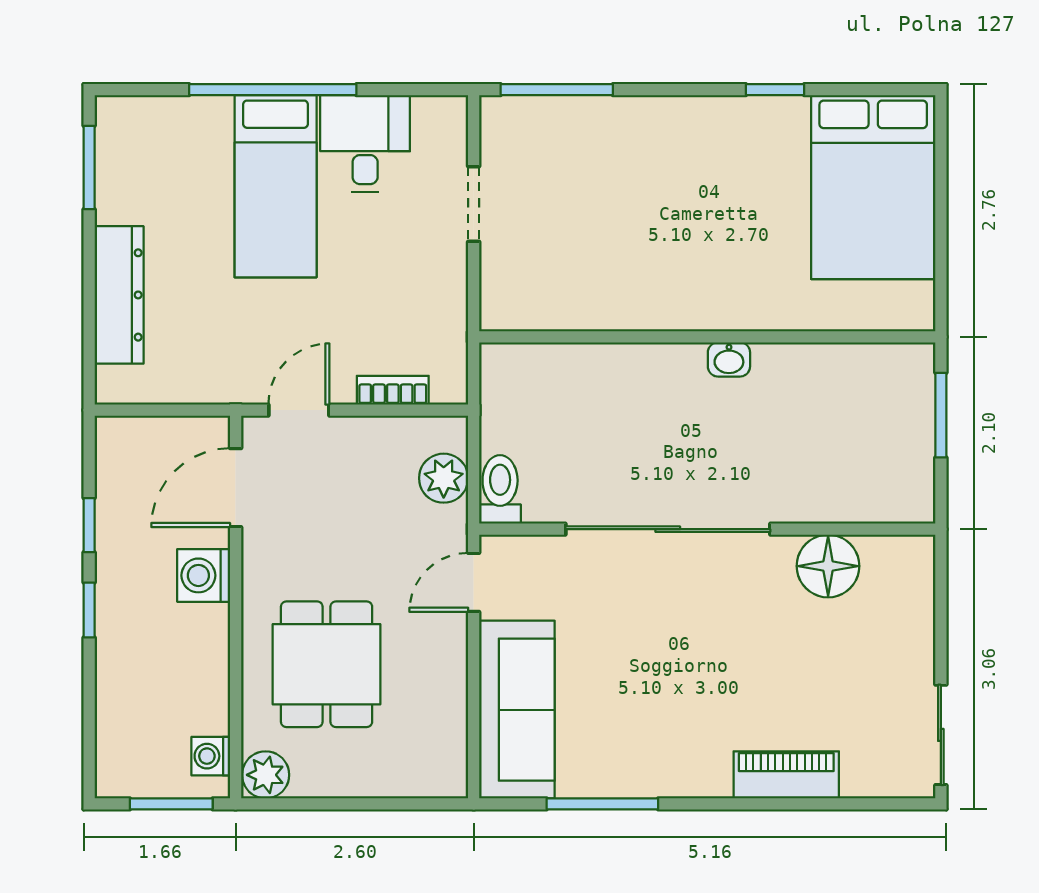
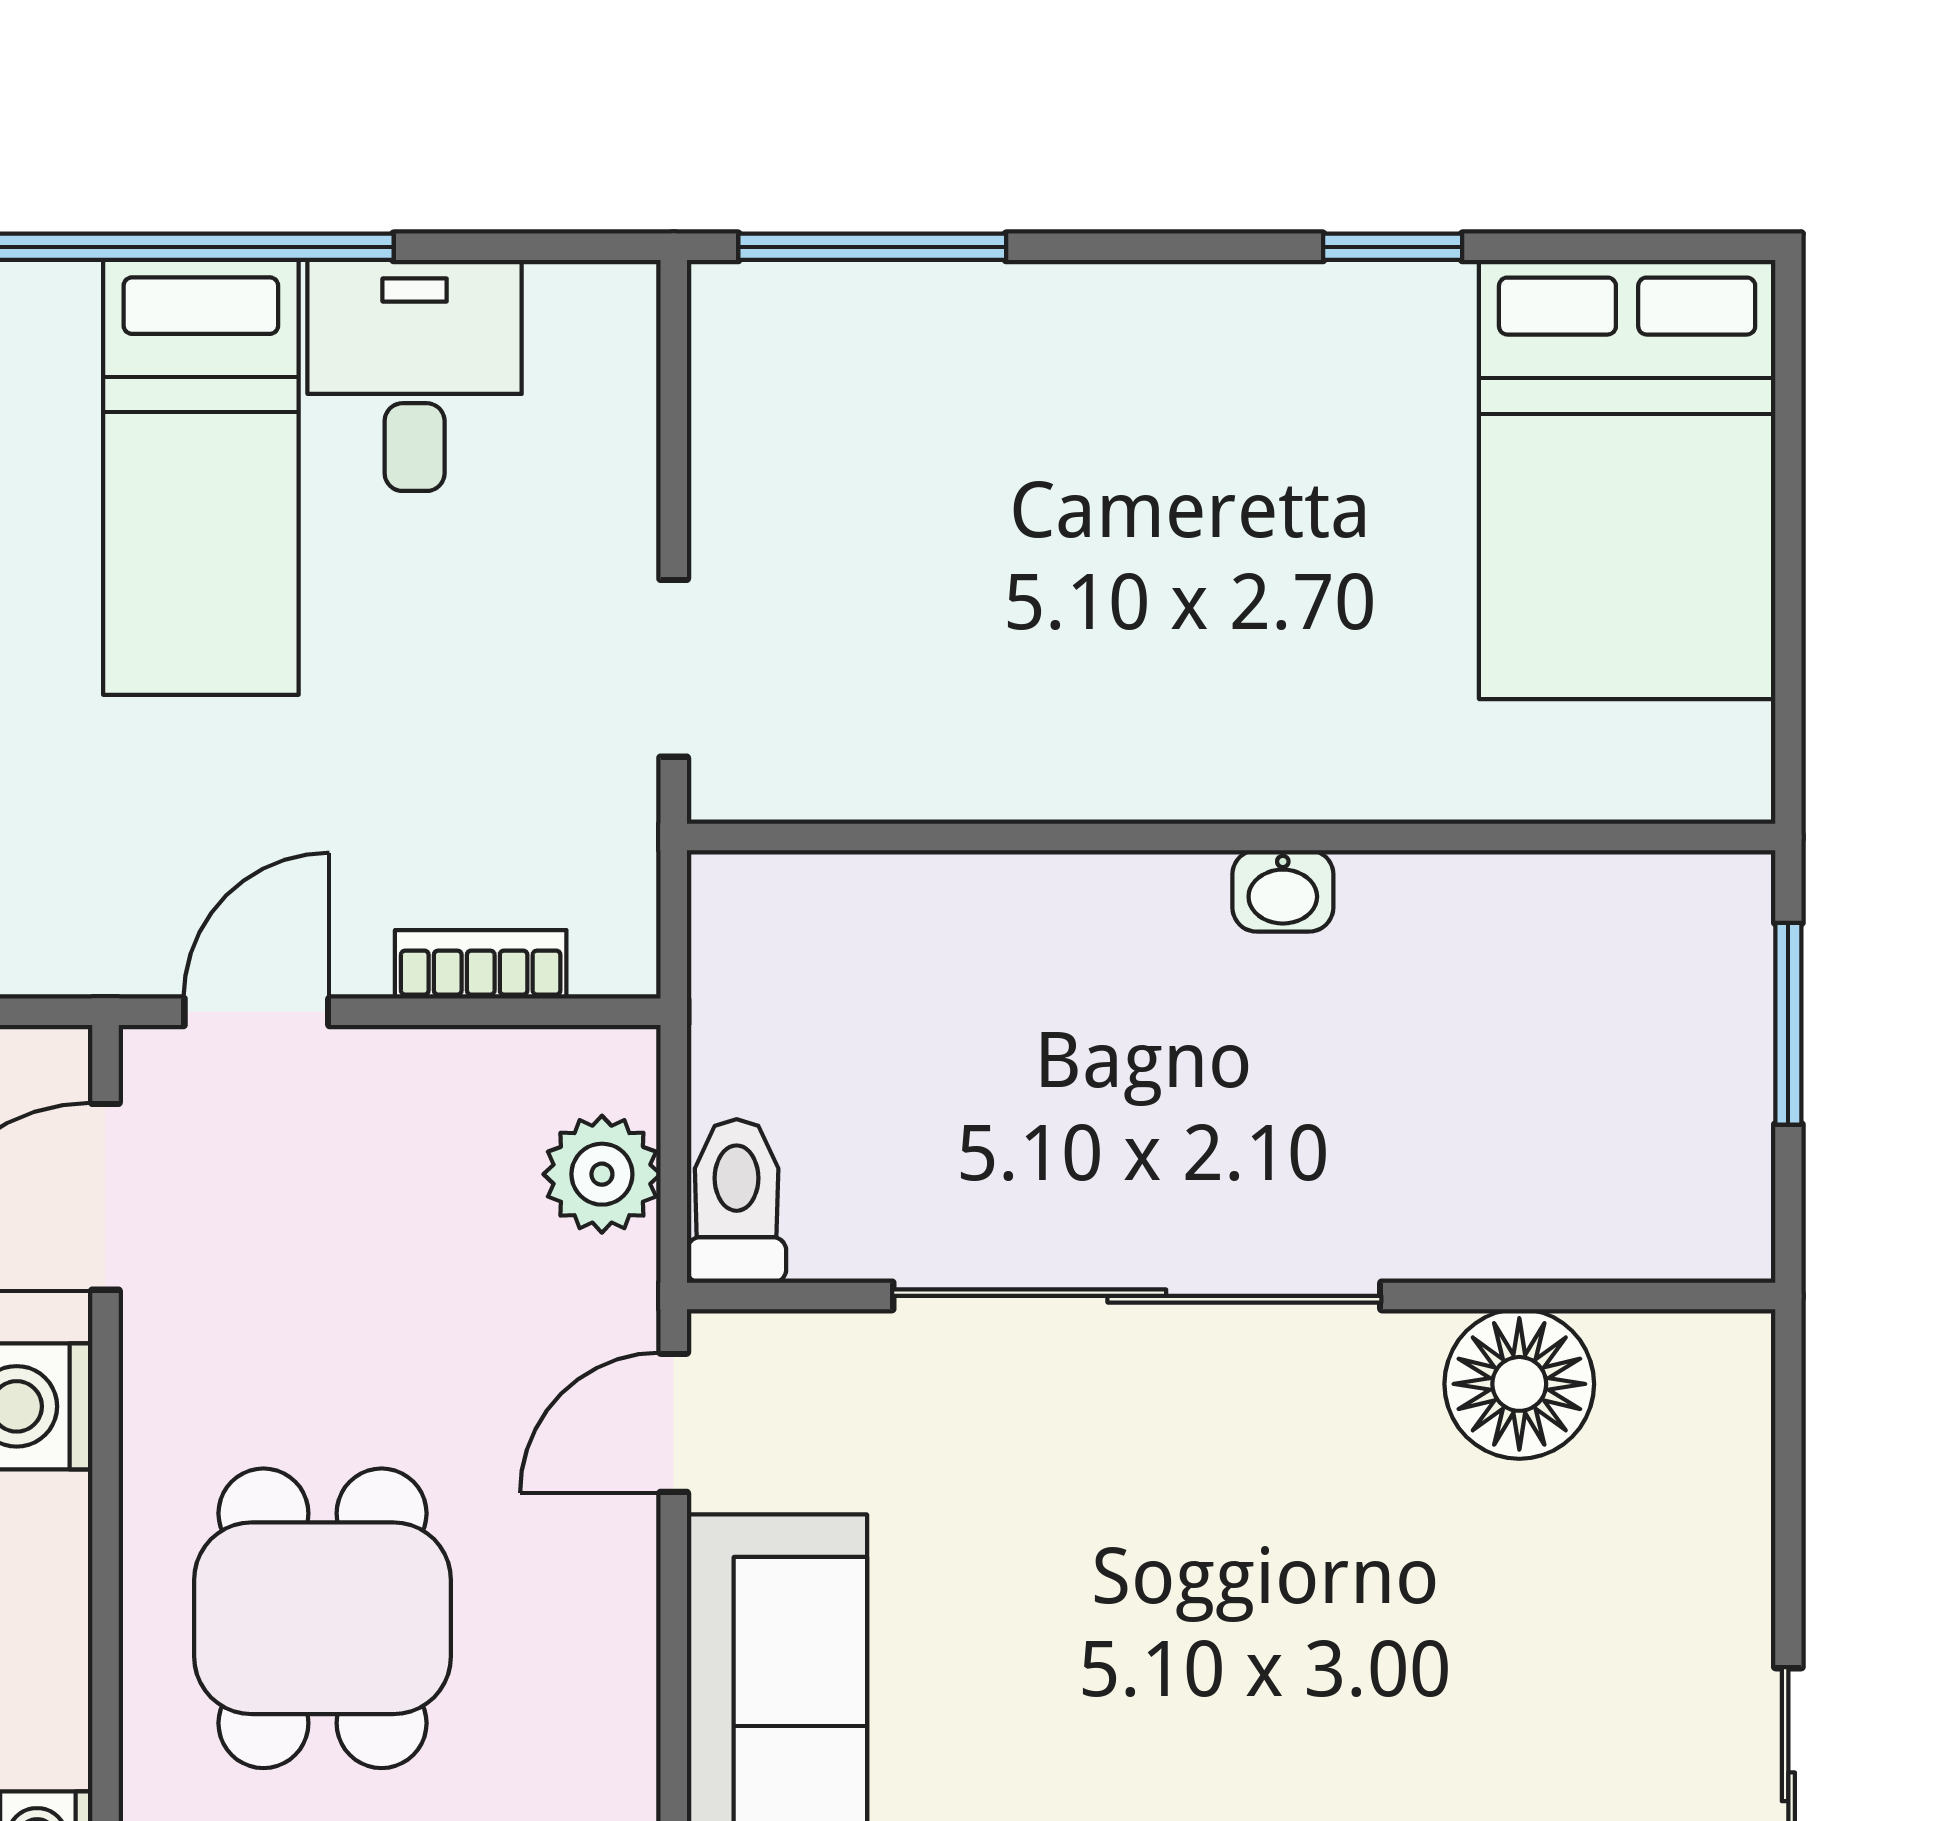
doorway: (474, 204) -> (674, 668), moved

